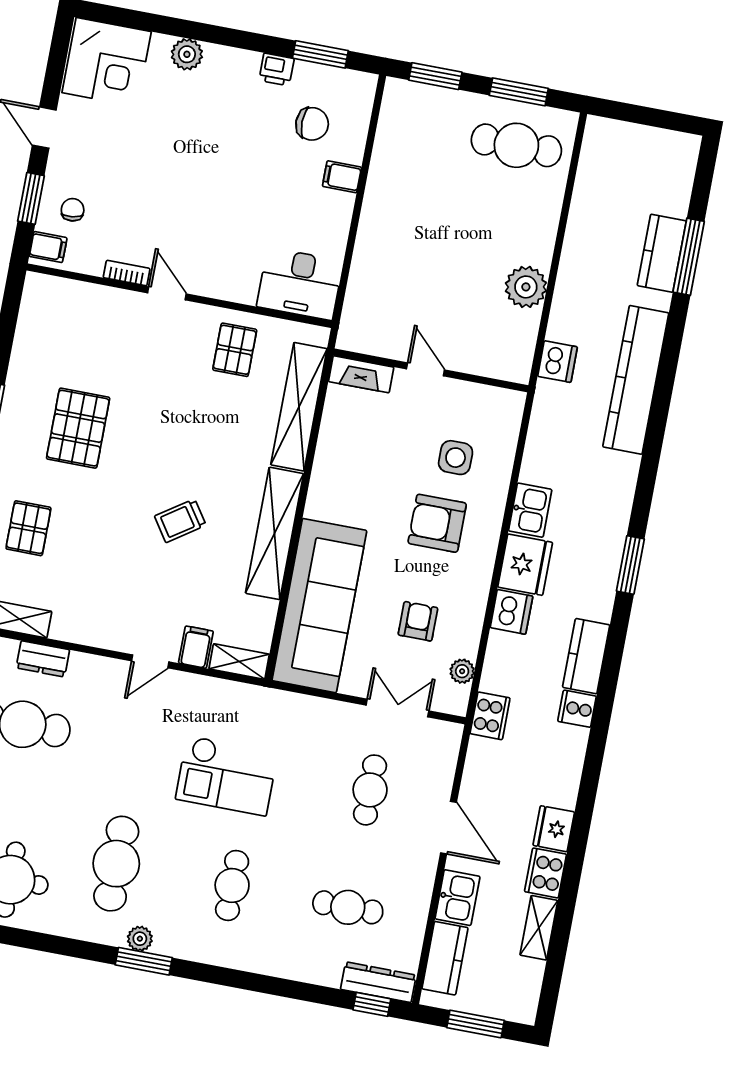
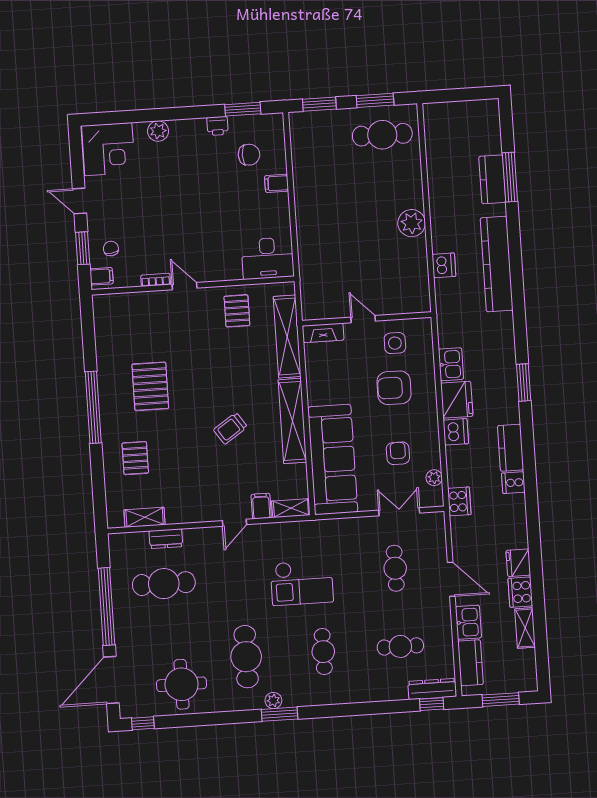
door: (425, 369) -> (363, 319), moved
wall: (431, 370) -> (367, 319), moved
fireplace: (361, 374) -> (323, 333), moved

